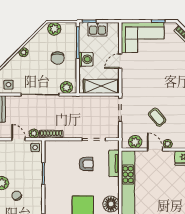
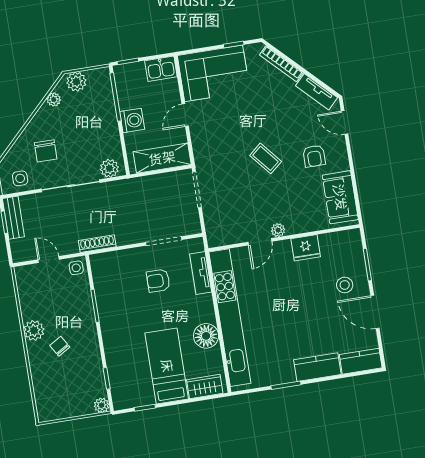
kitchen sink: (97, 29) -> (161, 69), moved
plant: (24, 52) -> (54, 100), moved
chair: (58, 58) -> (46, 151), moved
coffee table: (157, 117) -> (266, 158), moved
plant: (34, 133) -> (71, 247), removed
plant: (135, 142) -> (228, 235), removed
door: (155, 150) -> (260, 242), swing flipped
armchair: (86, 164) -> (158, 281), turned 180

